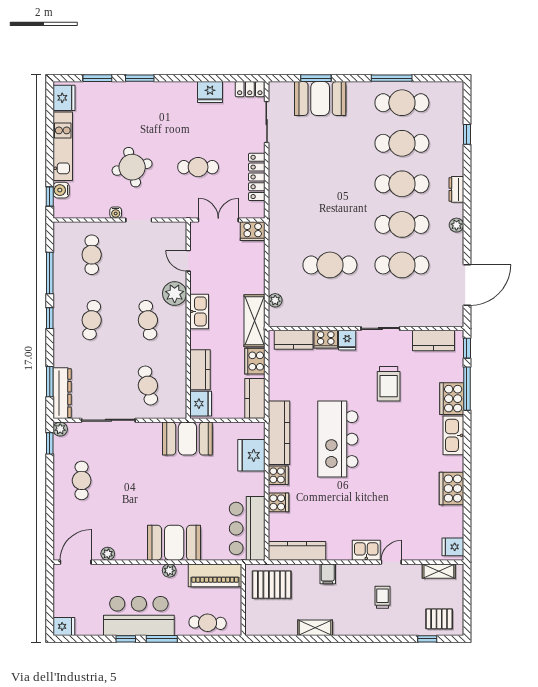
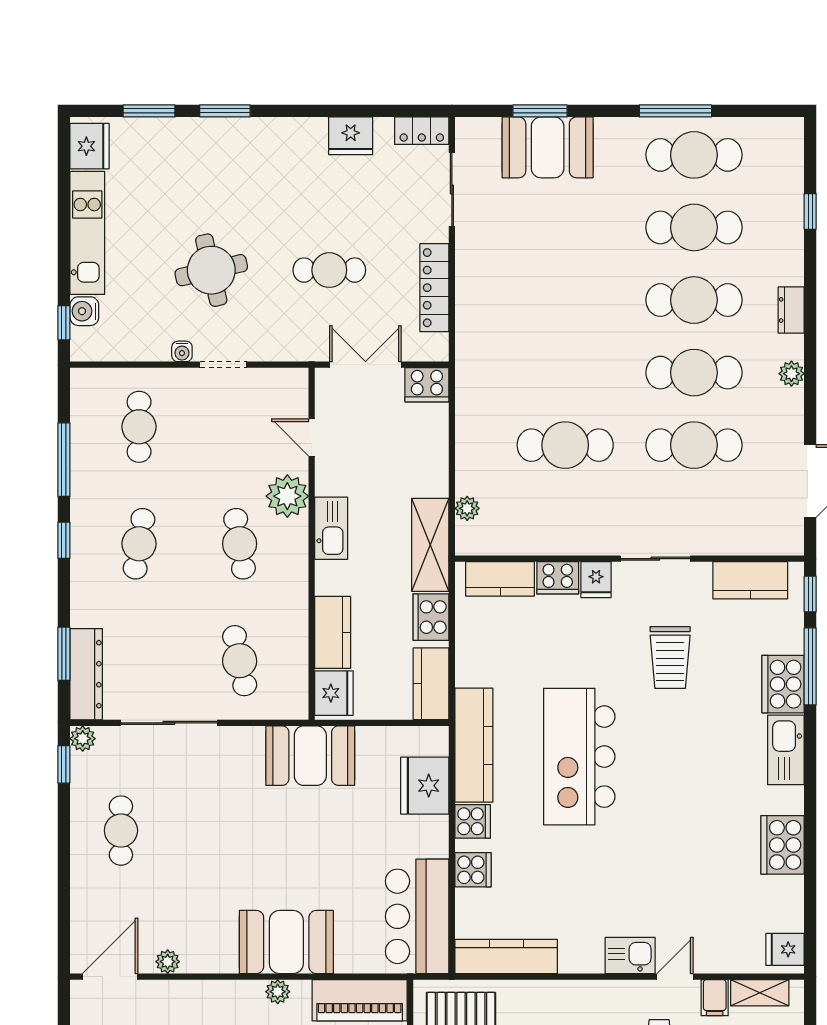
filing cabinet: (328, 574) -> (715, 998), moved

